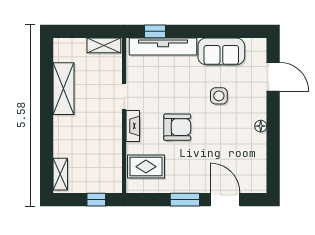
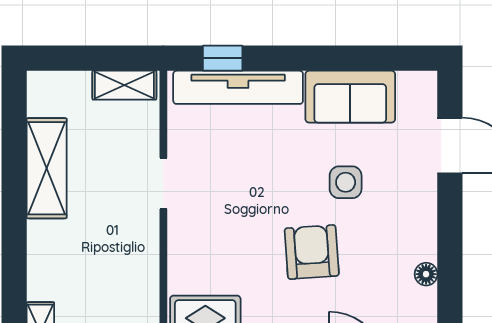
fireplace: (133, 126) -> (180, 240), removed
floor lamp: (261, 126) -> (426, 274), moved
armchair: (177, 127) -> (312, 252), moved, turned -94

